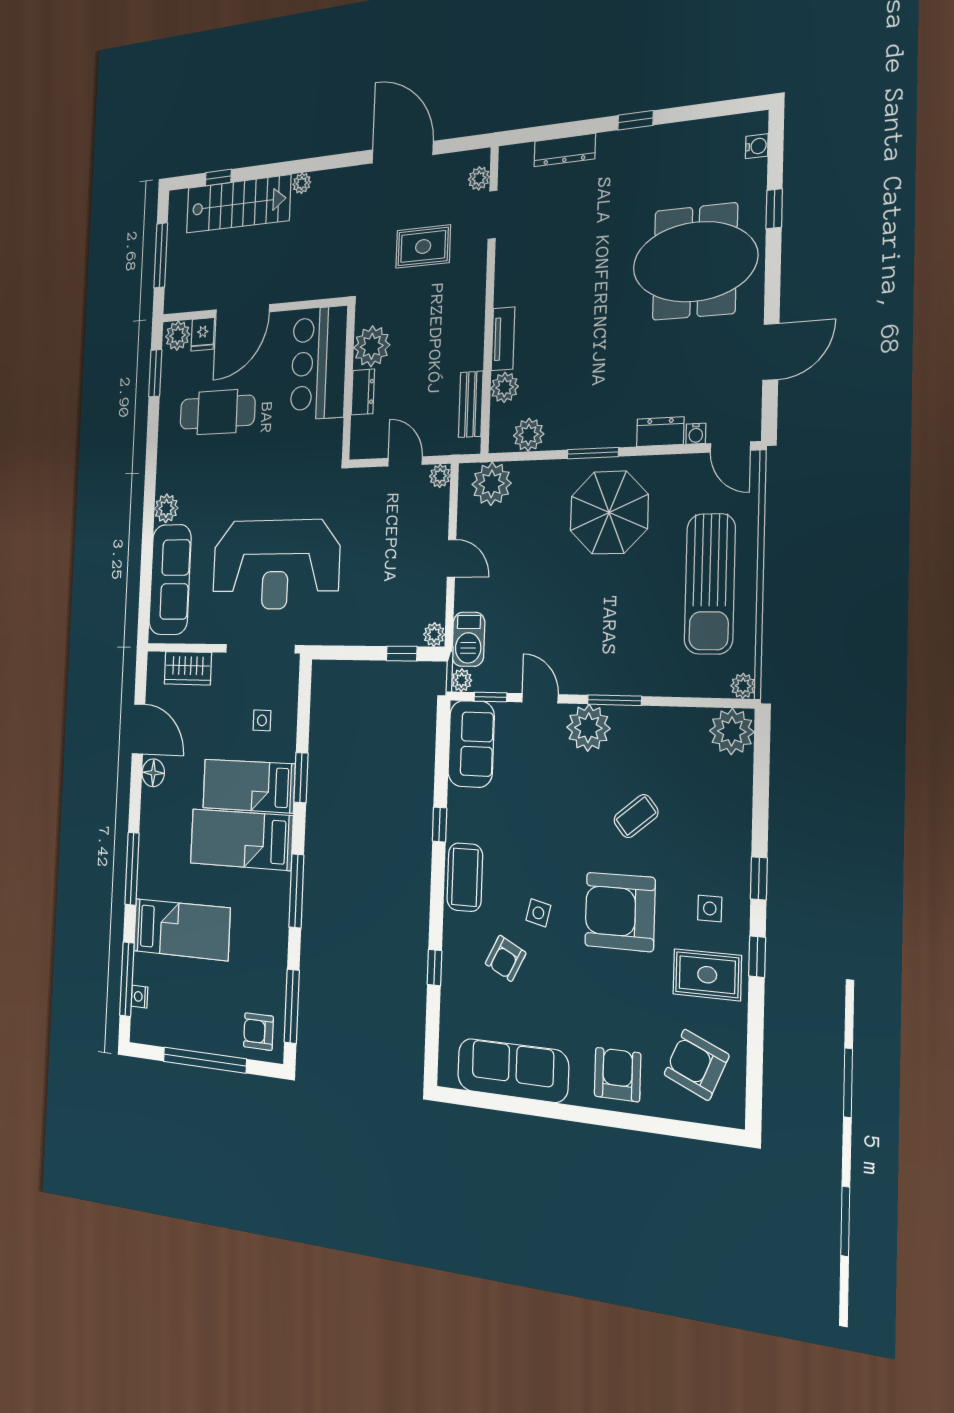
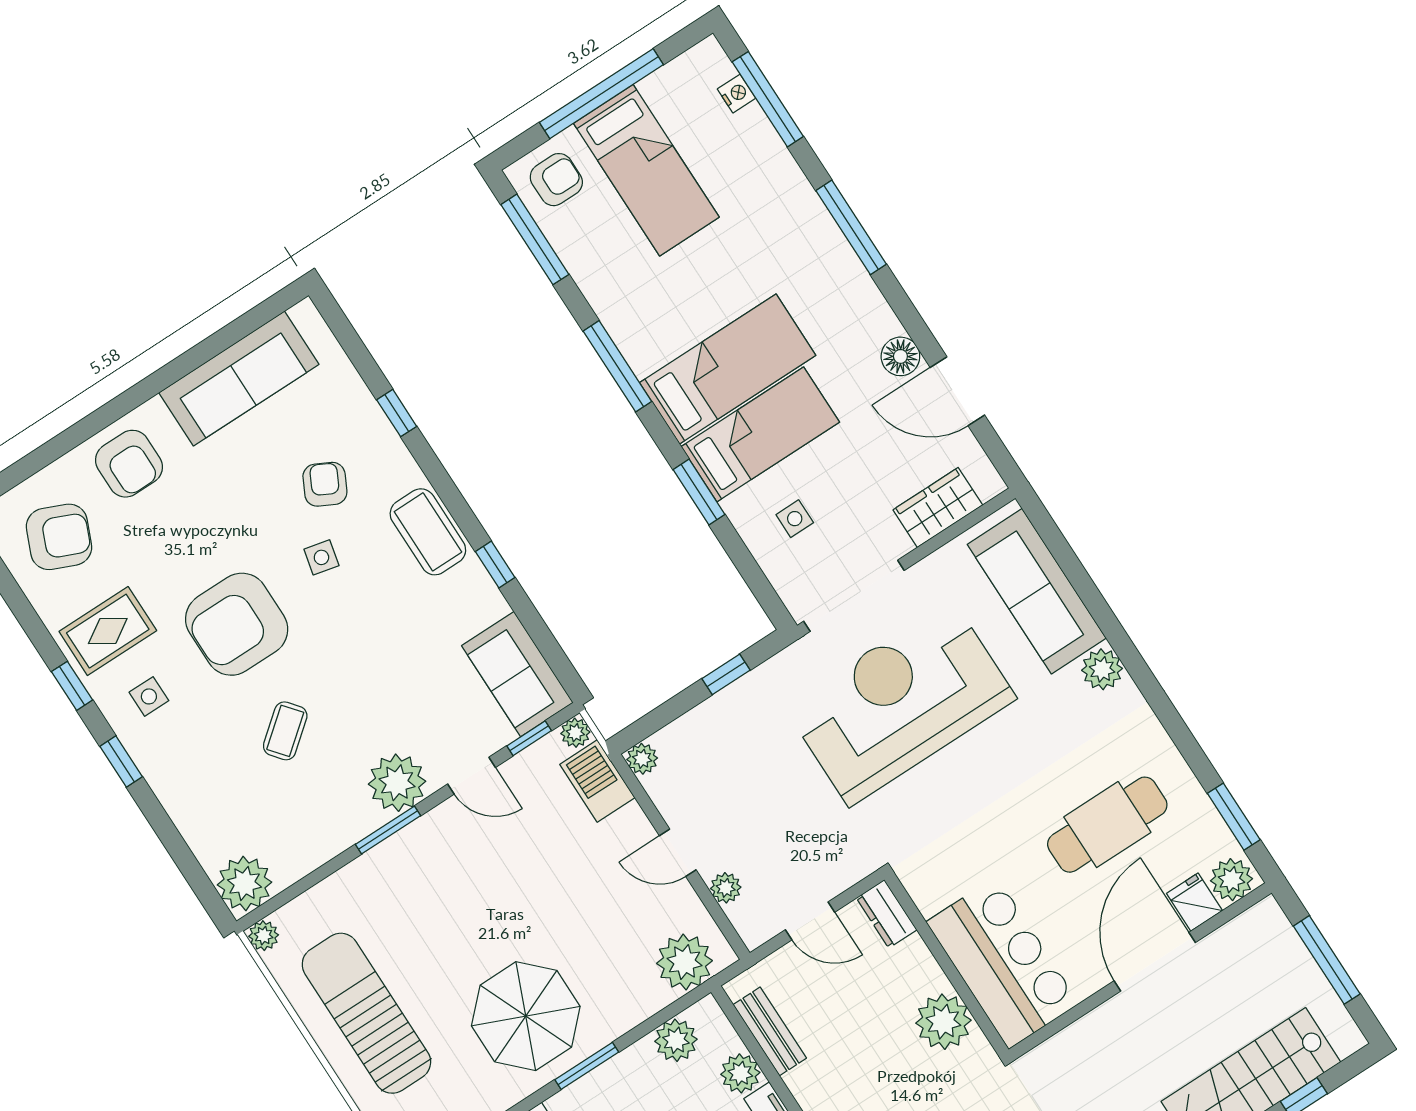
dresser: (363, 392) -> (887, 914), moved
plant: (440, 476) -> (726, 888), moved
window: (402, 654) -> (726, 674), moved
armchair: (620, 912) -> (237, 624), turned 180
bed: (181, 930) -> (646, 170), moved, turned -90

